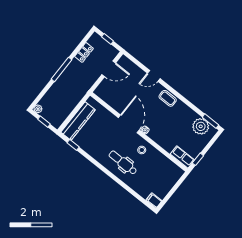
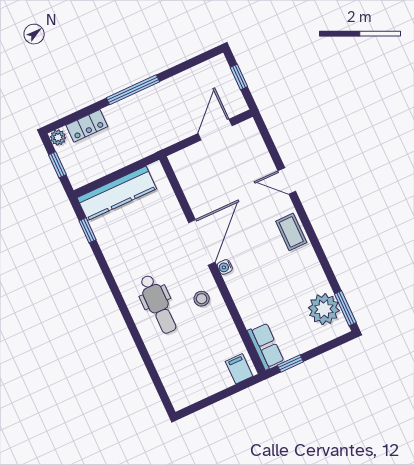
locker: (84, 52) -> (87, 126), moved
door: (109, 69) -> (215, 130), swing flipped
dental chair: (123, 163) -> (158, 304), turned 180
filing cabinet: (154, 200) -> (239, 369), moved

